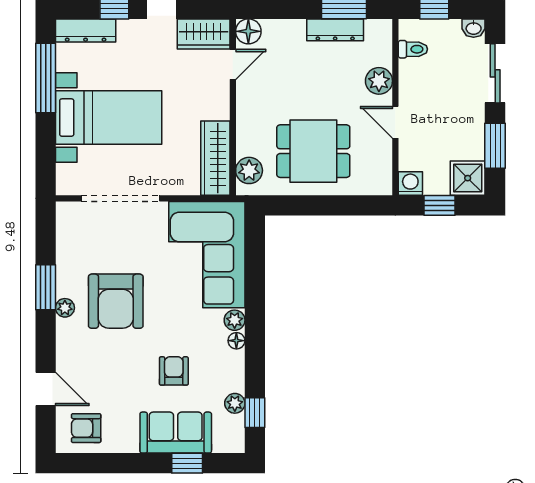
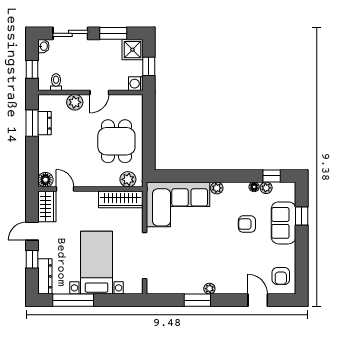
dresser: (335, 30) -> (45, 123), width x0.70
armchair: (116, 301) -> (206, 258), removed
floor lamp: (236, 341) -> (254, 187), moved
door: (46, 389) -> (258, 300), hinge flipped

